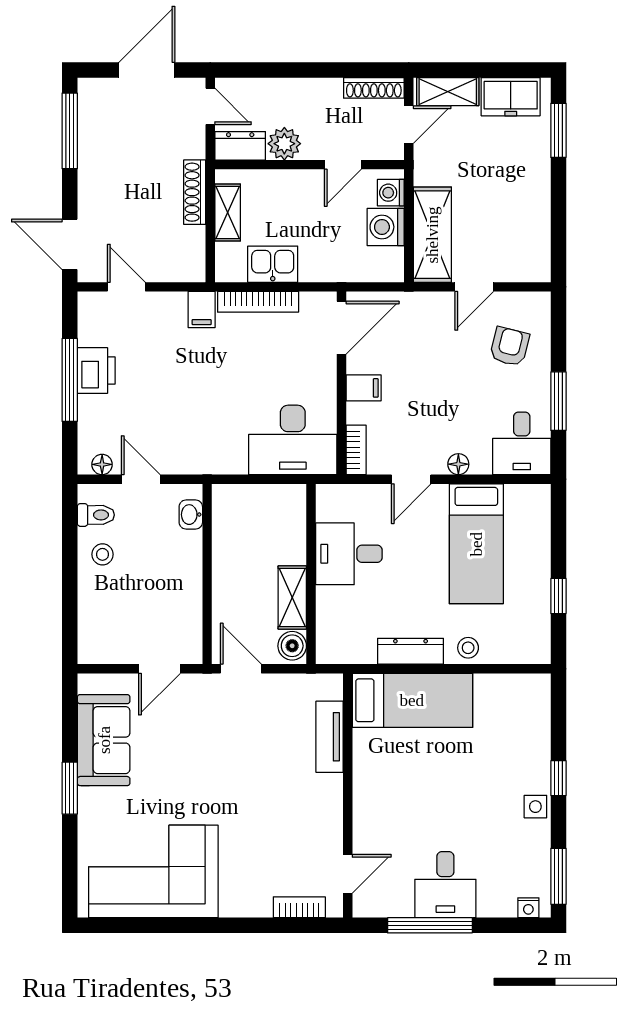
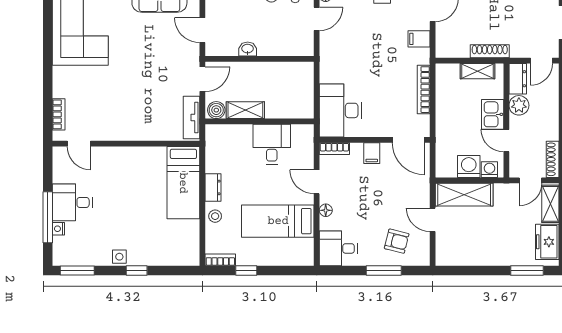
door: (409, 125) -> (530, 180), hinge flipped
kitchen sink: (273, 264) -> (493, 114), moved, turned 180
filing cabinet: (202, 309) -> (419, 39), moved
window: (558, 401) -> (384, 271), moved
washbasin: (191, 515) -> (248, 49), moved
bookcase: (541, 639) -> (220, 260), added
dresser: (411, 651) -> (213, 187), width x0.70
tv unit: (330, 737) -> (192, 117), moved, turned -90
nightstand: (528, 908) -> (58, 229), moved
window: (430, 925) -> (48, 217), moved

